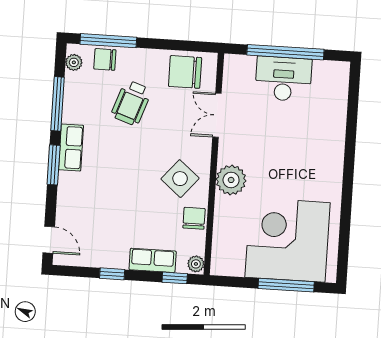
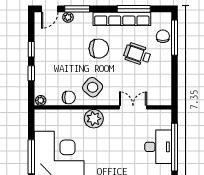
plant: (74, 62) -> (68, 17), moved
chair: (185, 72) -> (99, 49), moved, turned 90
row of seats: (71, 148) -> (122, 19), width x2.02
window: (54, 165) -> (77, 9), moved
row of seats: (153, 260) -> (41, 74), removed
window: (175, 278) -> (31, 73), moved

